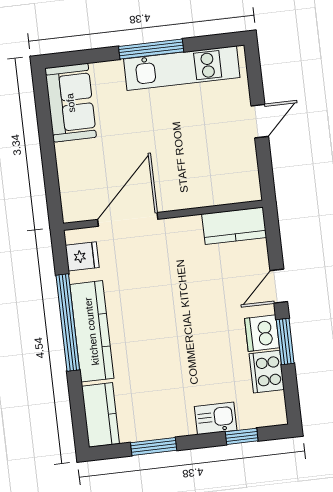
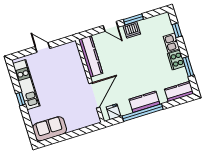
window: (151, 49) -> (21, 99), width x0.46
door: (128, 219) -> (94, 95), swing flipped
kitchen counter: (234, 226) -> (91, 56), width x1.50
kitchen counter: (92, 331) -> (144, 102), width x0.67
cooker: (267, 372) -> (176, 60), moved, turned 90

